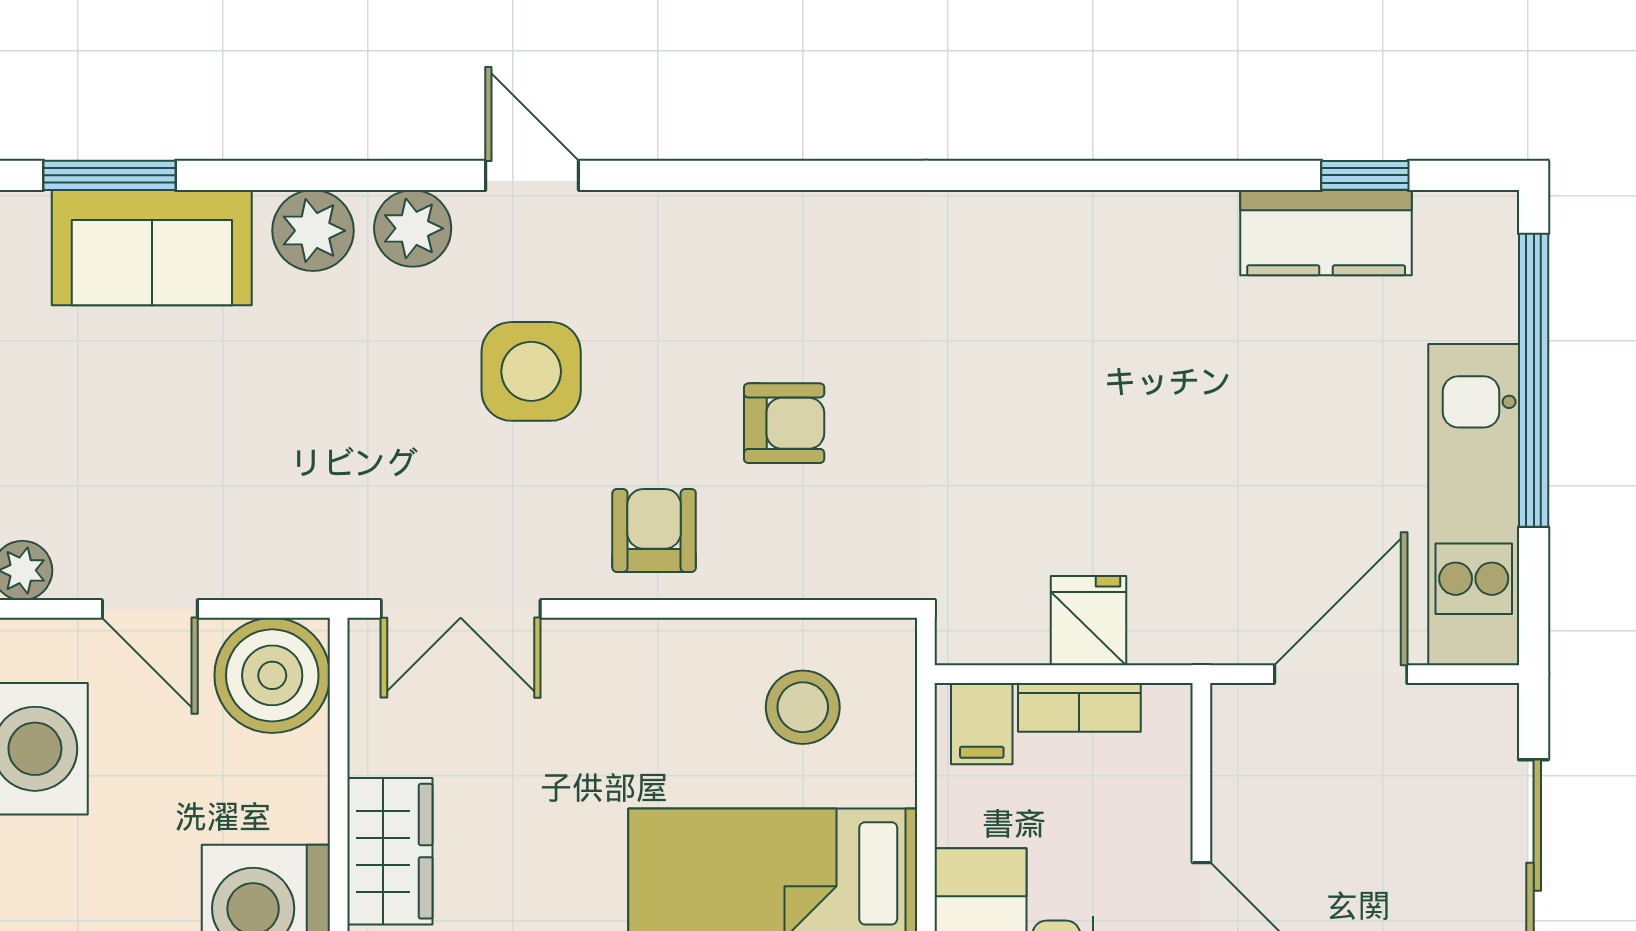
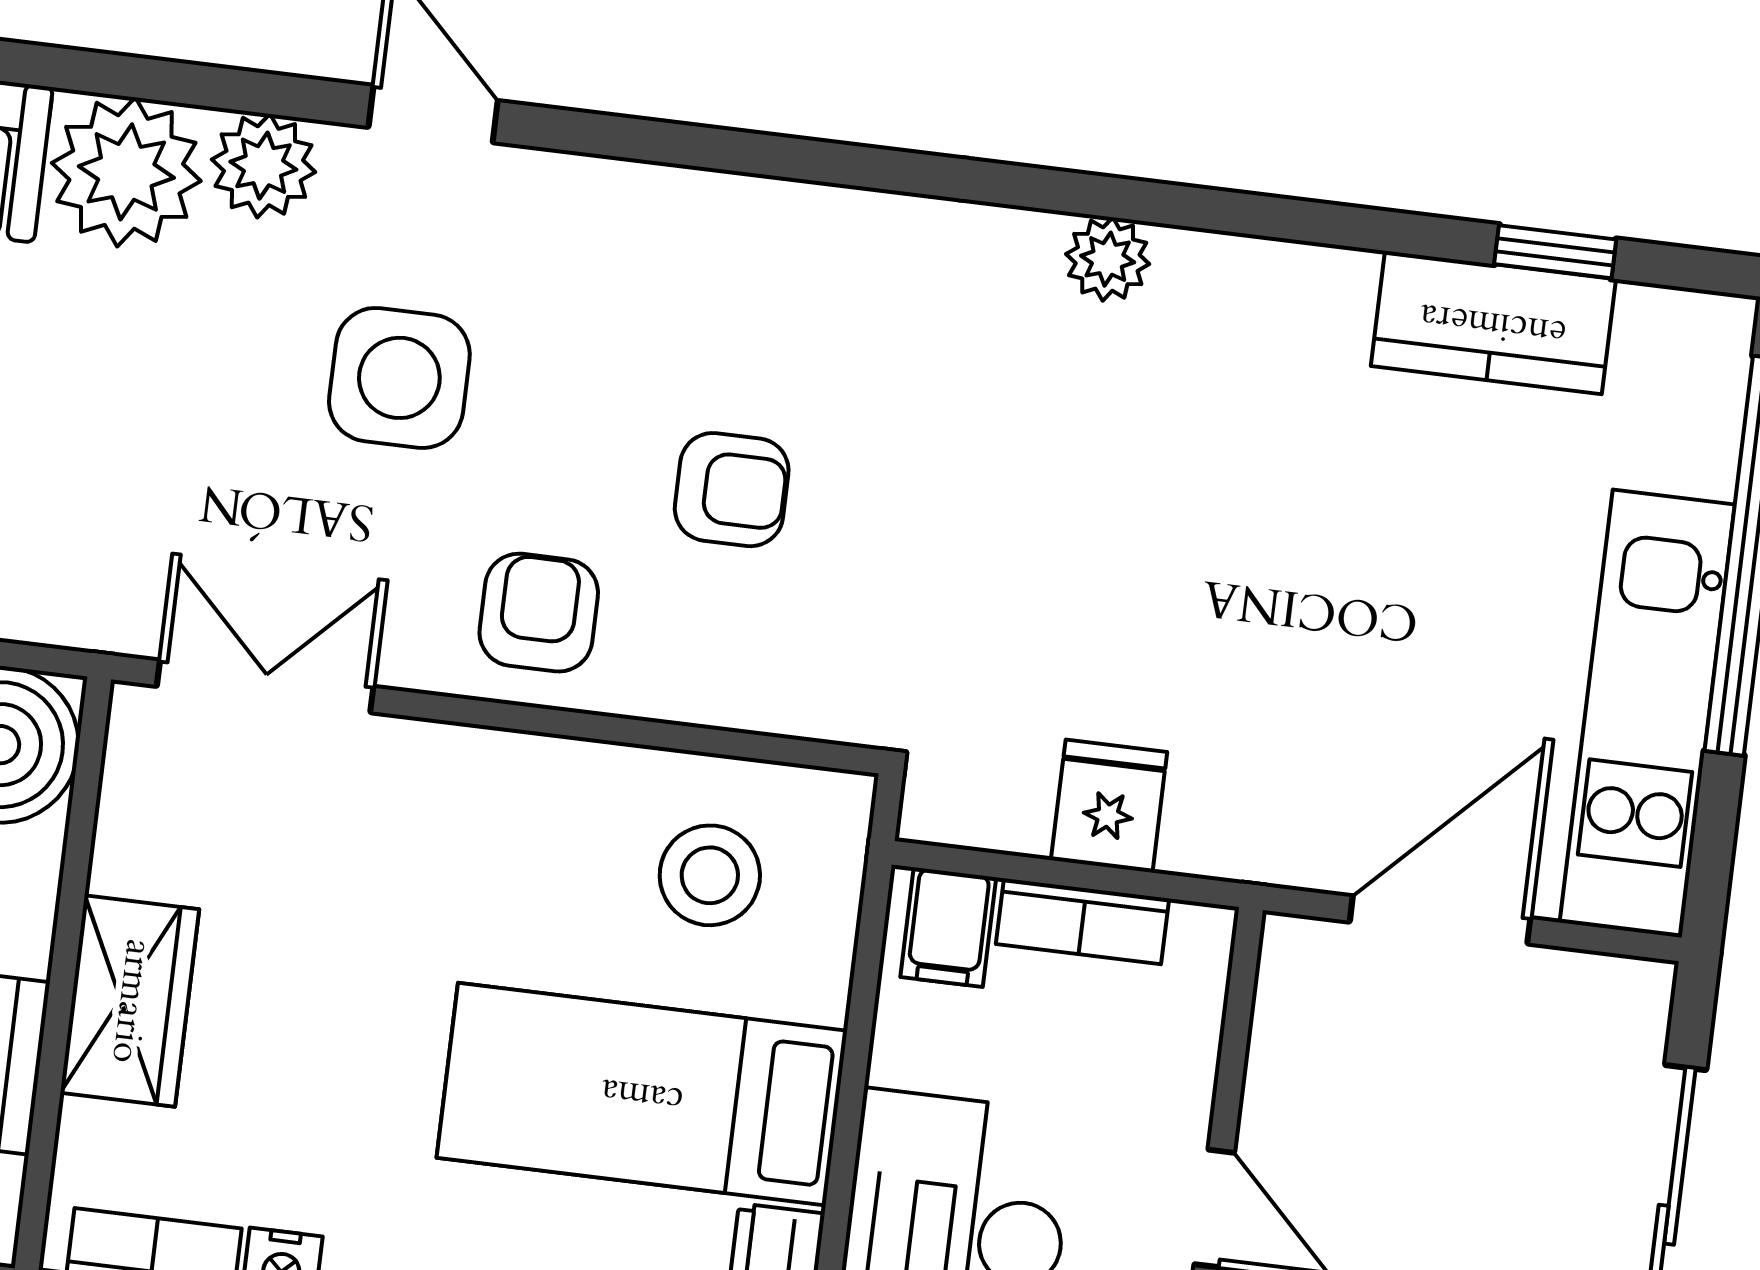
plant: (1038, 221) -> (1108, 259), added
plant: (313, 231) -> (126, 172), width x1.36, depth x1.36
double door: (461, 609) -> (265, 686), swing flipped

